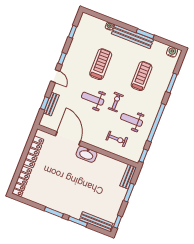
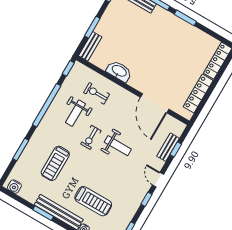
treadmill: (101, 64) -> (93, 201), moved, turned -90
weight bench: (132, 120) -> (75, 113), turned 90
washbasin: (86, 154) -> (119, 71), moved

